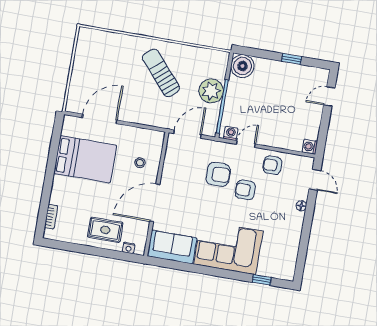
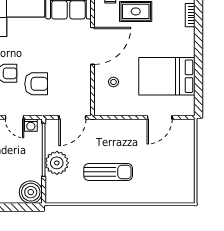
sun lounger: (161, 73) -> (108, 172), turned -49
door: (100, 119) -> (160, 117), width x0.73
door: (246, 144) -> (14, 117), hinge flipped
armchair: (218, 174) -> (36, 84), turned 180

